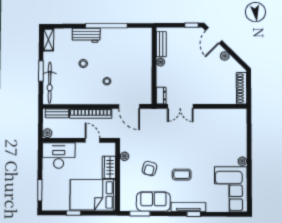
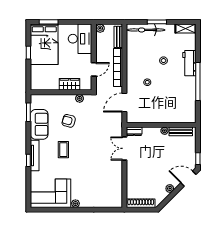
bed: (93, 195) -> (44, 44), moved, turned 180

